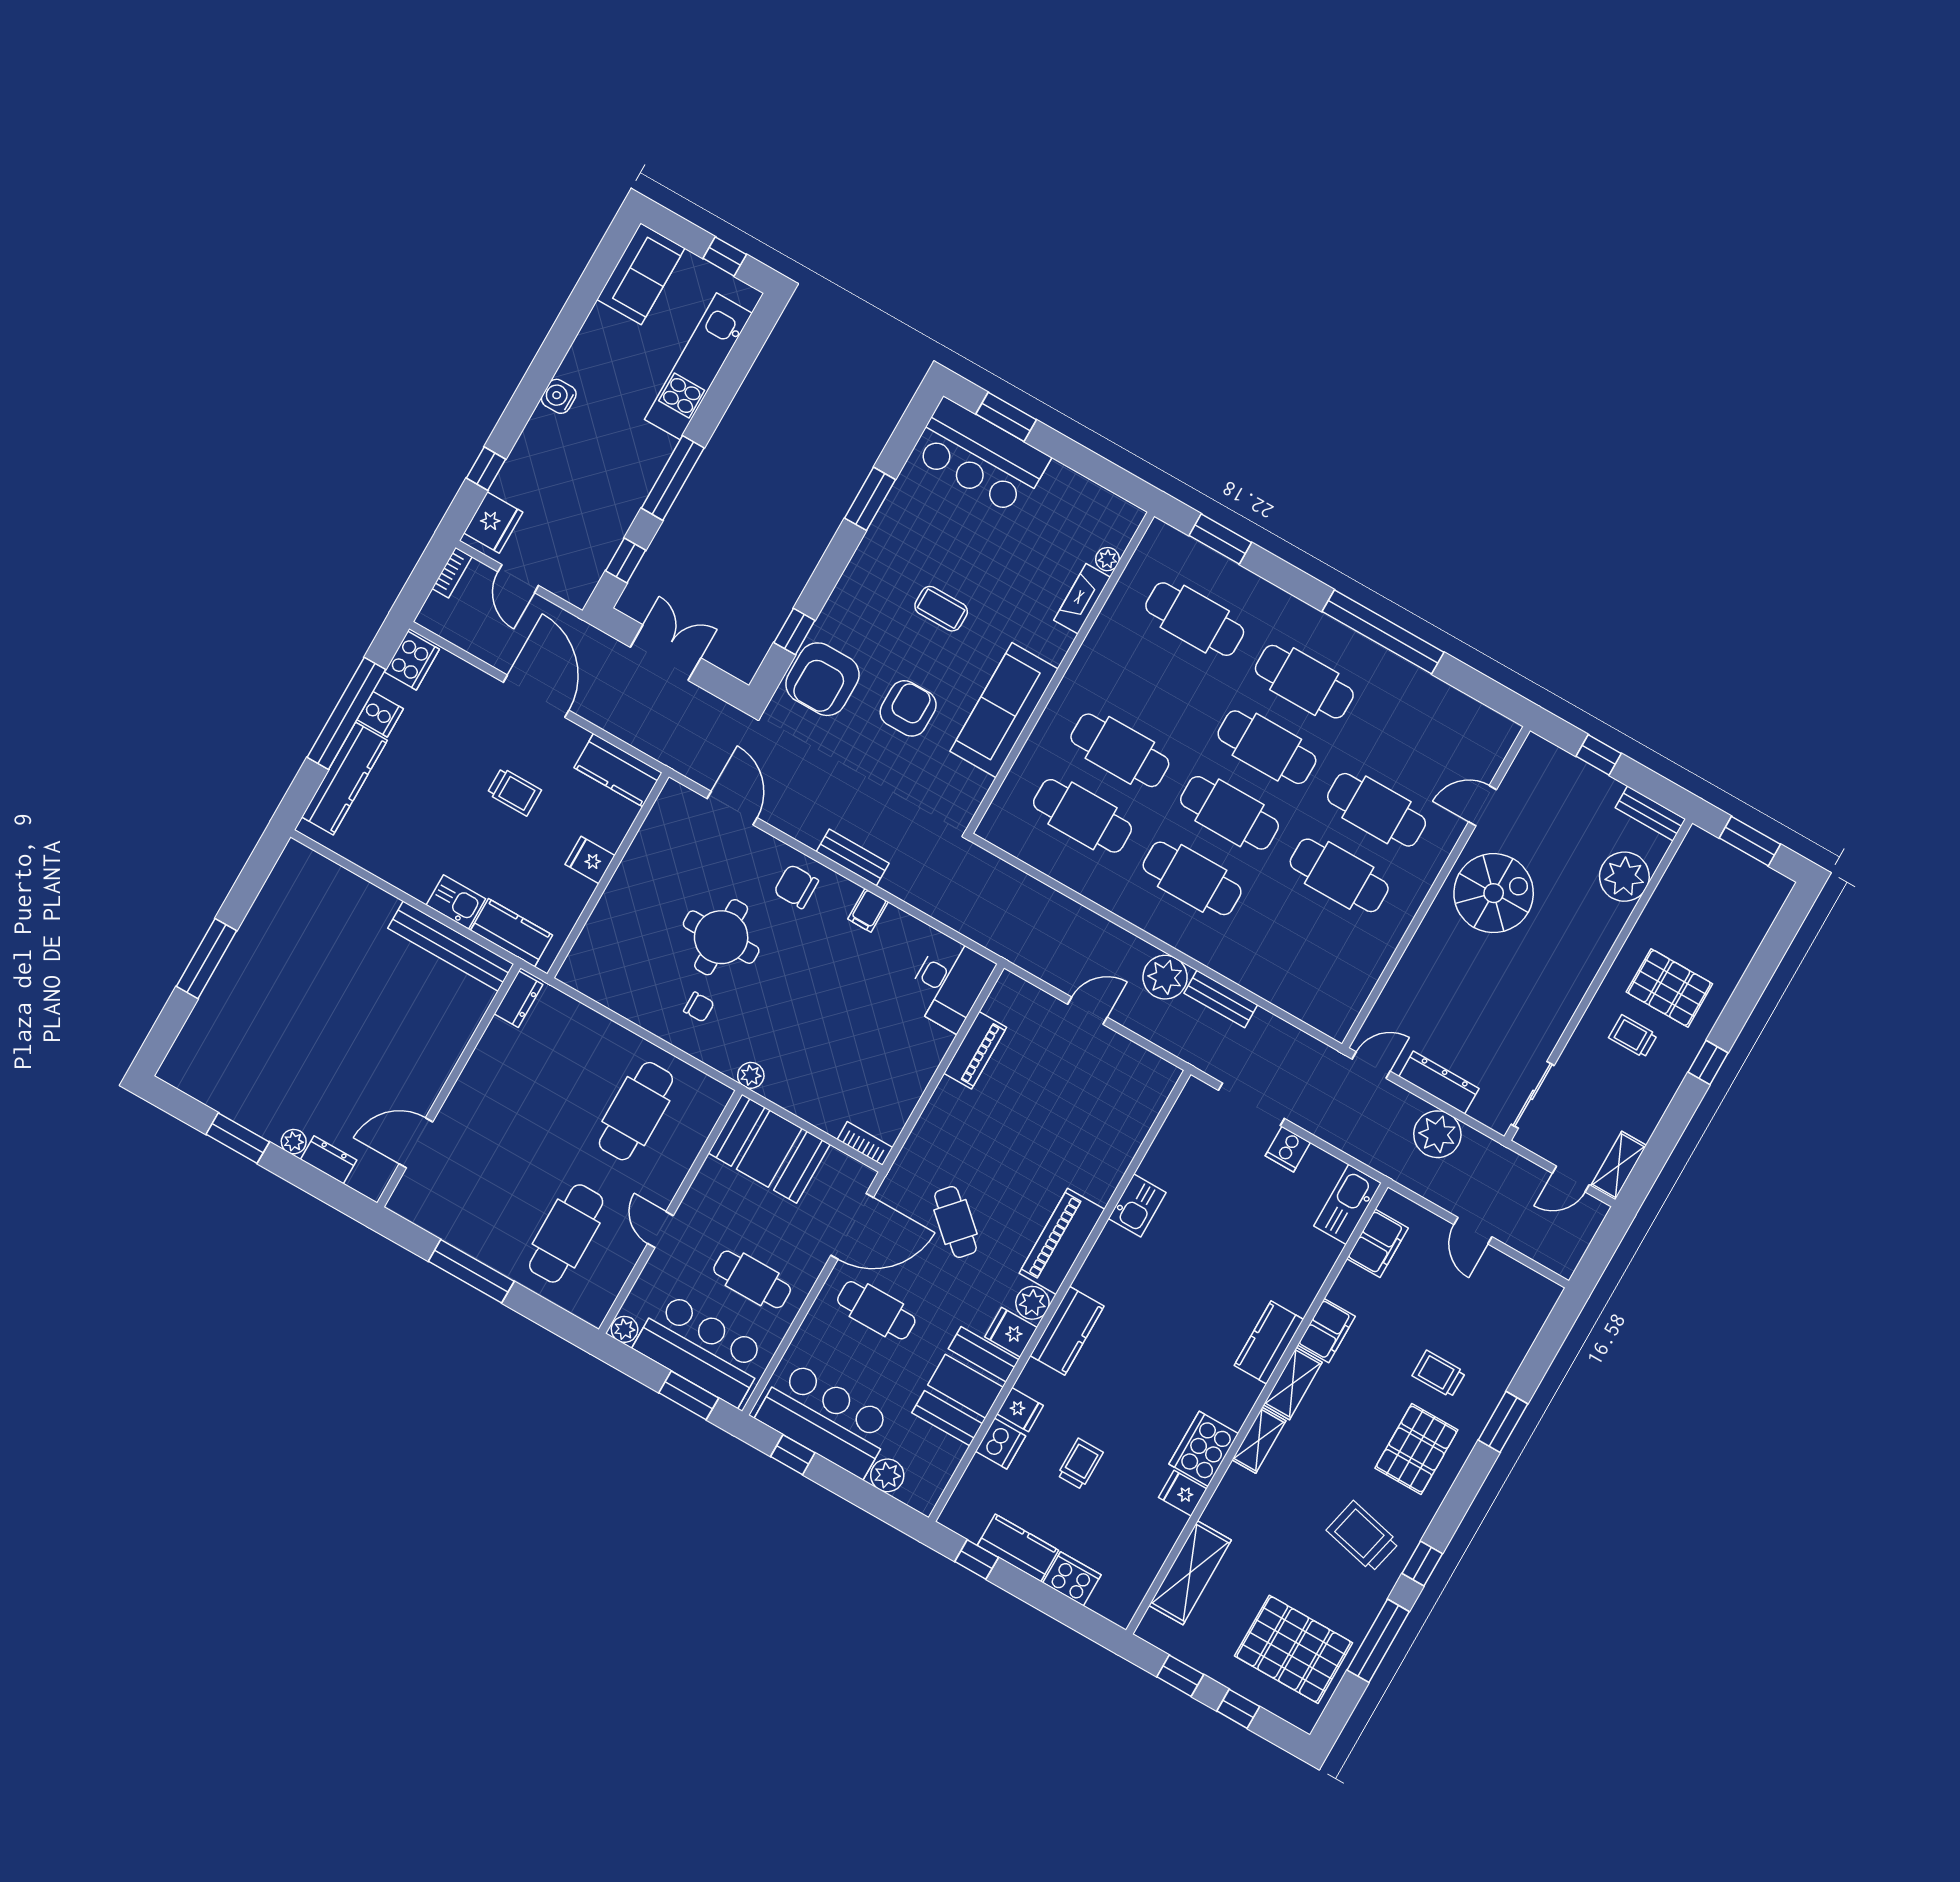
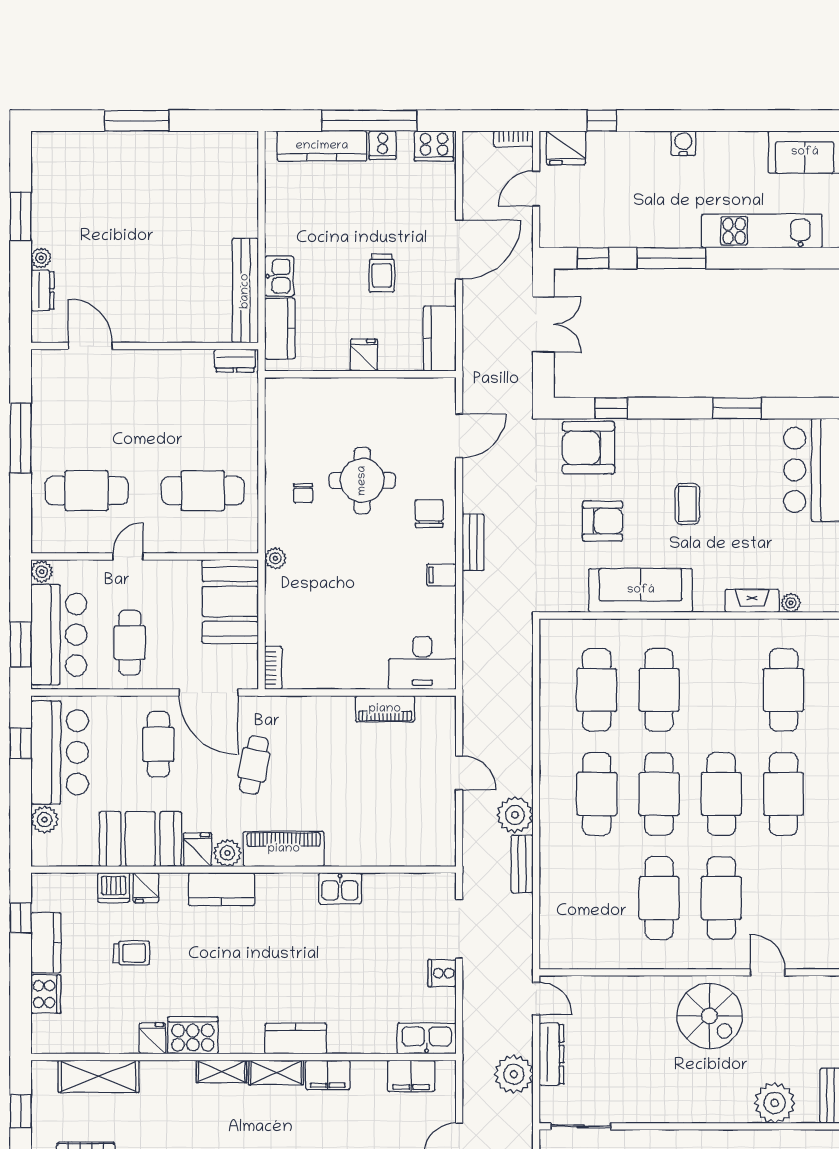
cafe table: (956, 1222) -> (254, 765), turned -31

